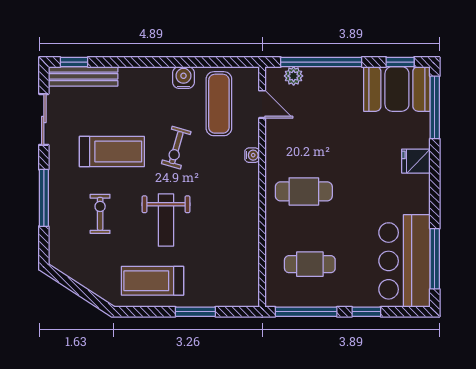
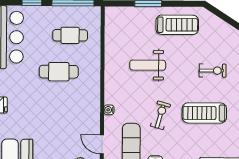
cafe table: (304, 191) -> (59, 72), moved
exercise bike: (100, 214) -> (213, 71), turned -90
weight bench: (166, 220) -> (148, 65), moved, turned -90

